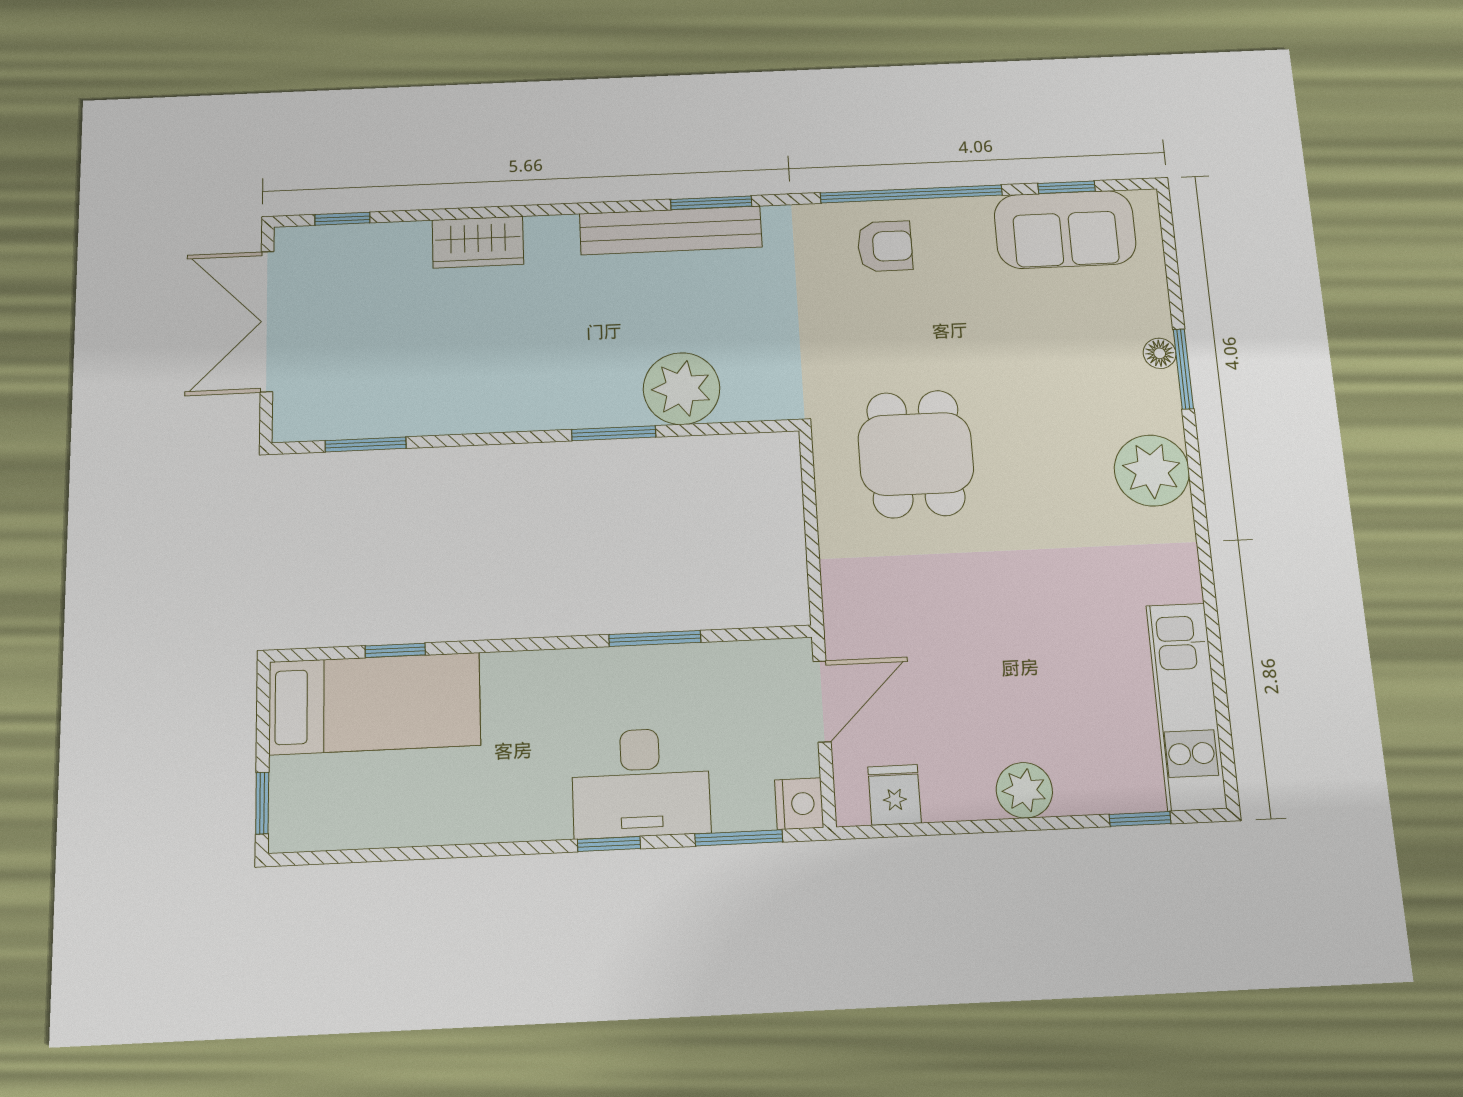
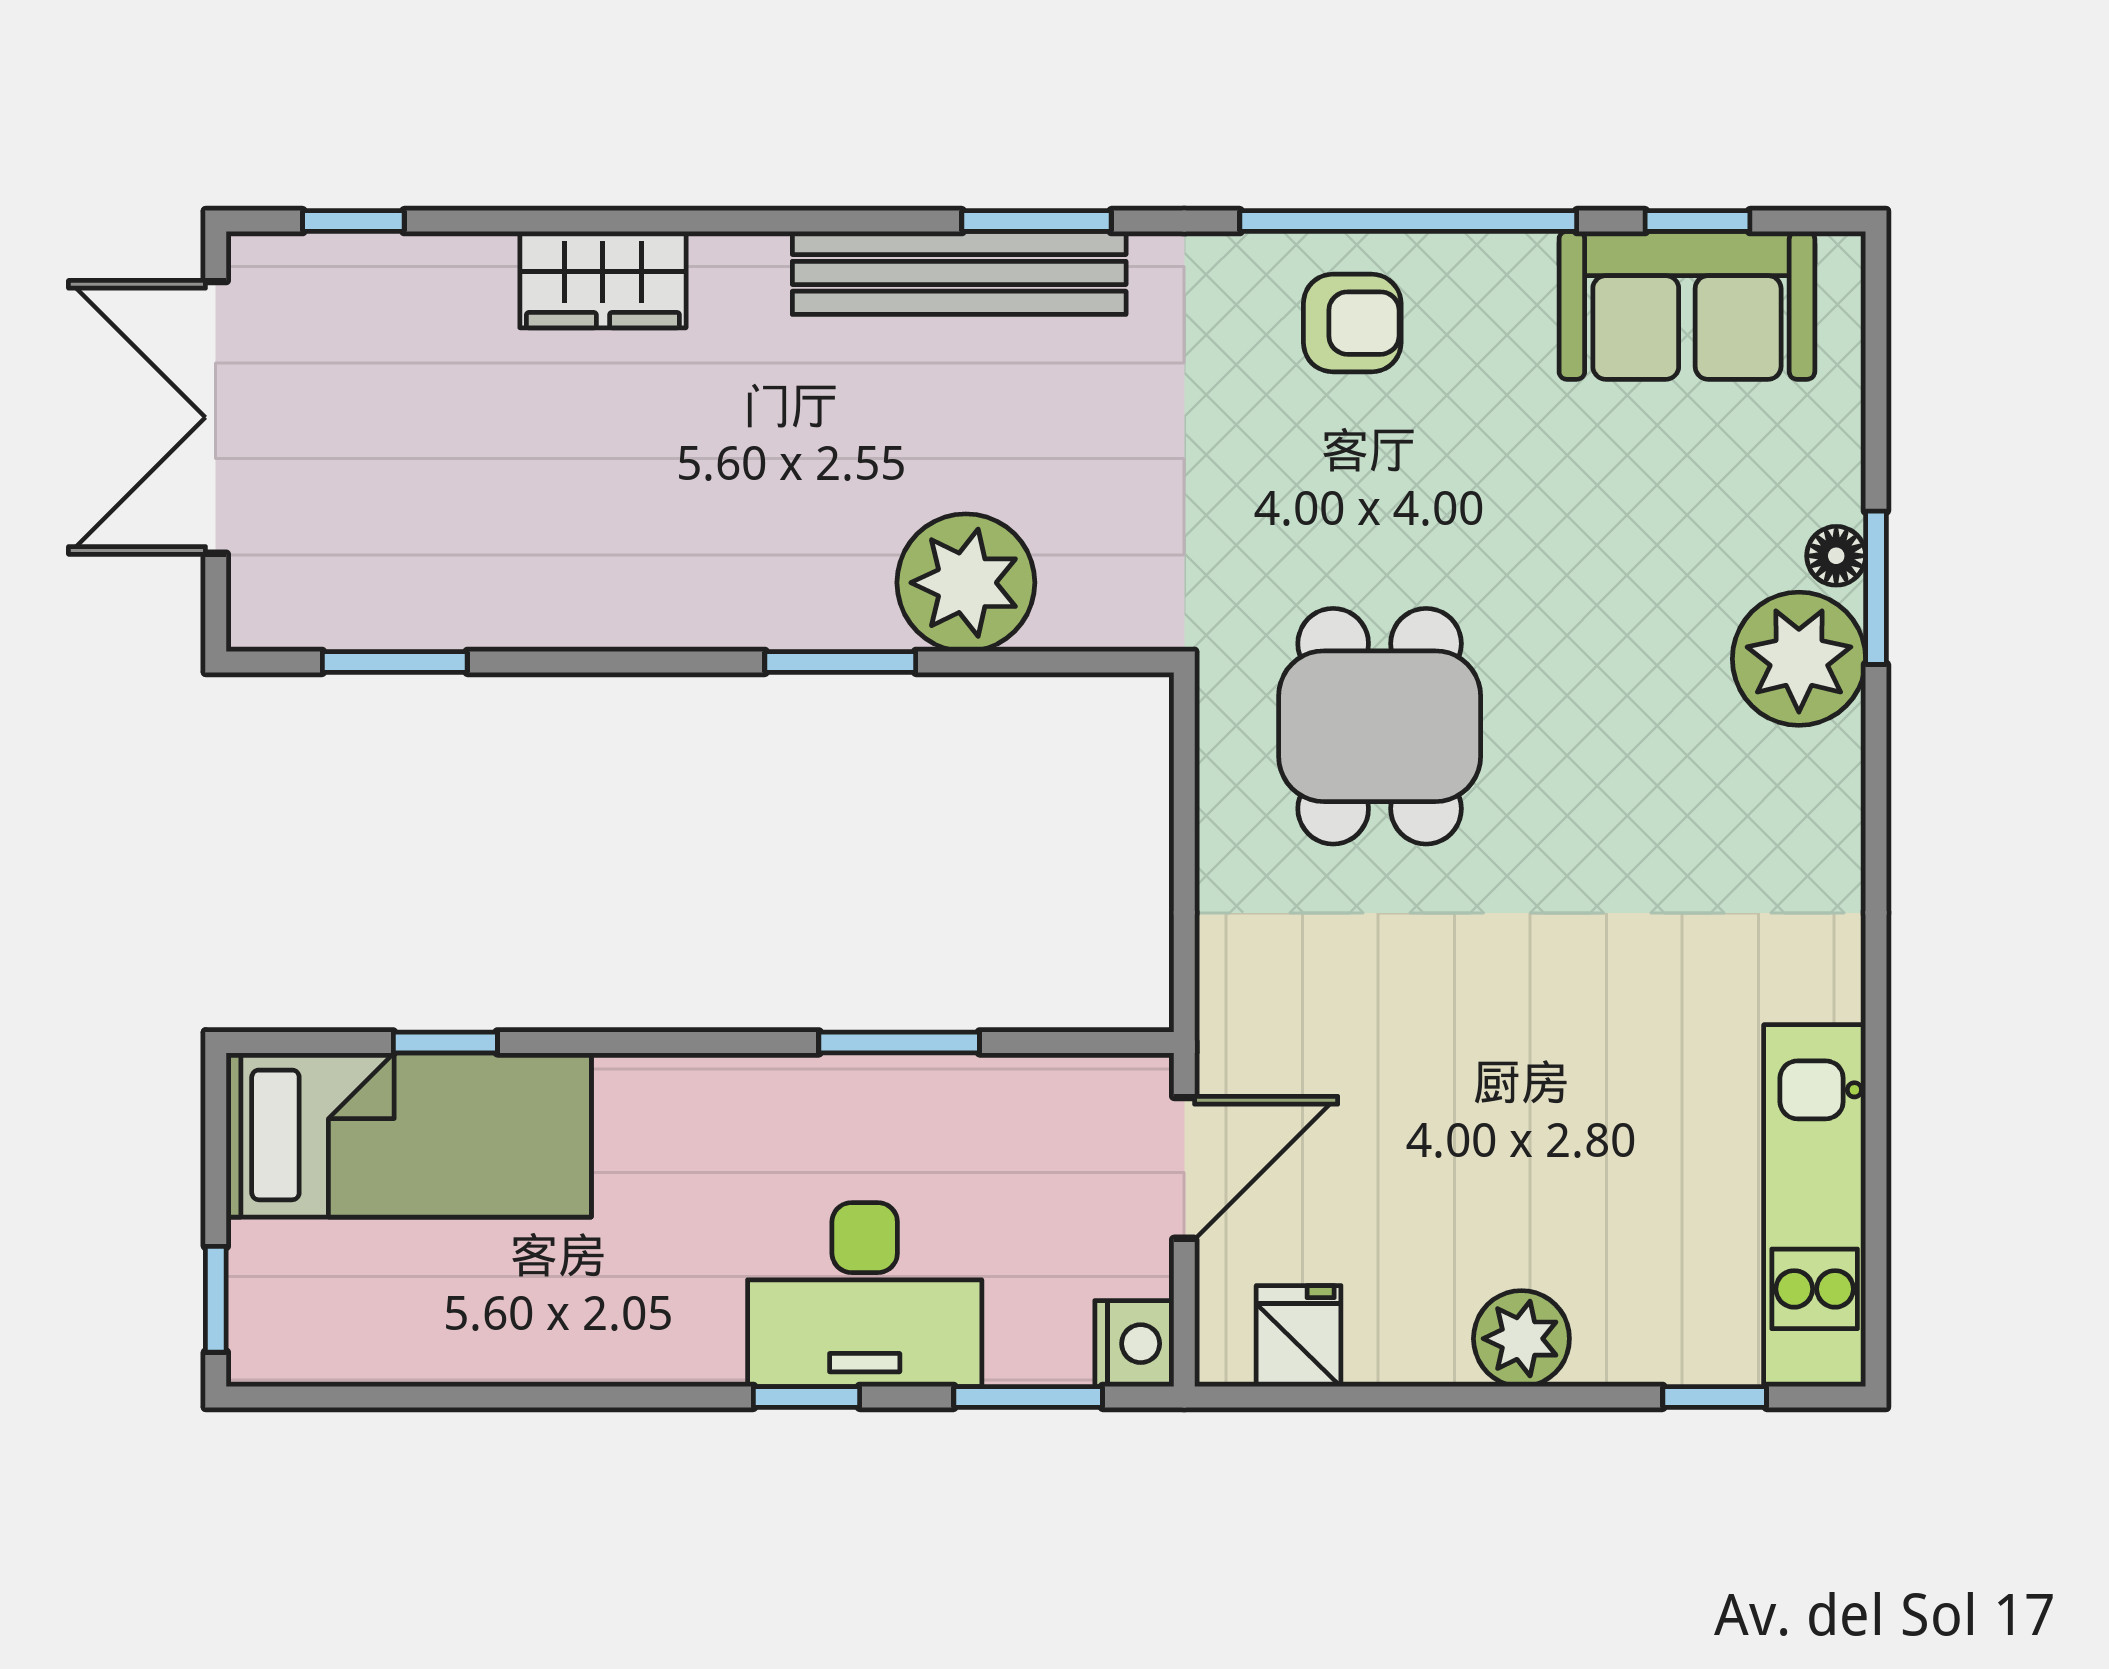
plant: (1152, 470) -> (1799, 659), moved

